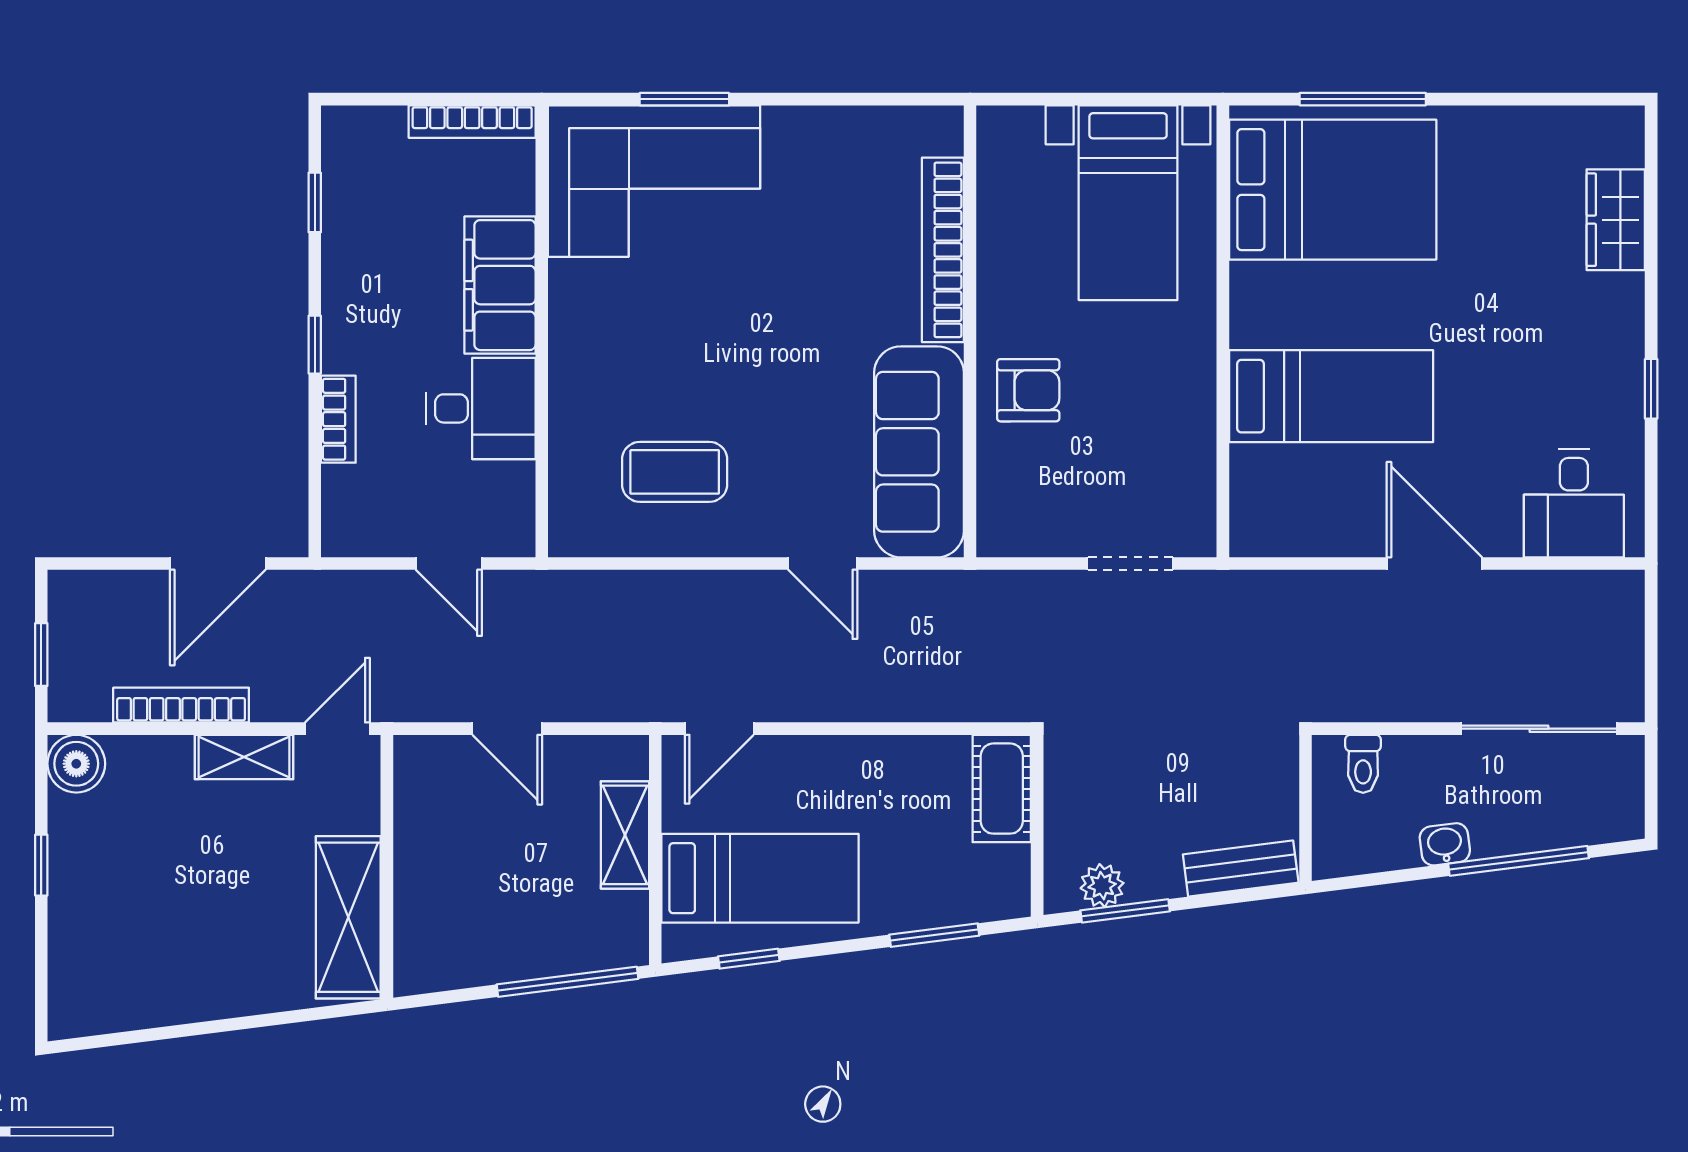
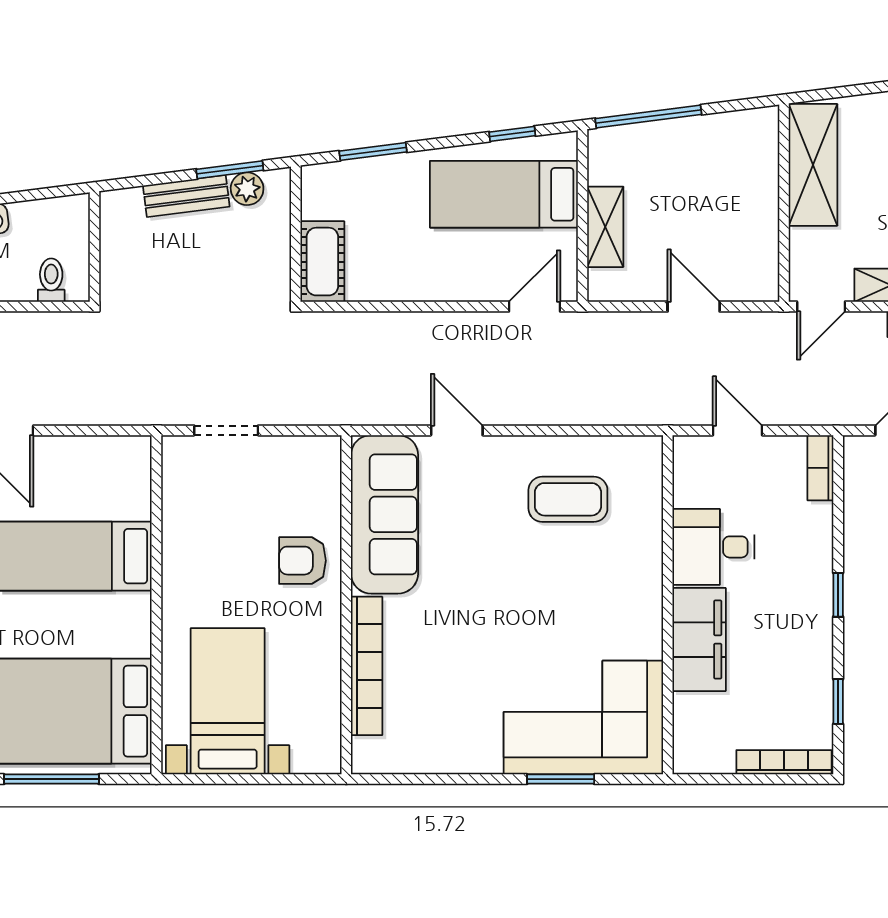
bookcase: (472, 122) -> (784, 762), moved
bookcase: (338, 419) -> (820, 468), moved
bench: (1241, 869) -> (186, 196), moved

